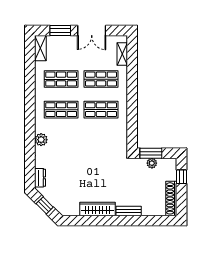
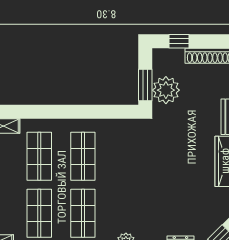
plant: (152, 163) -> (166, 90), width x1.88, depth x1.88

